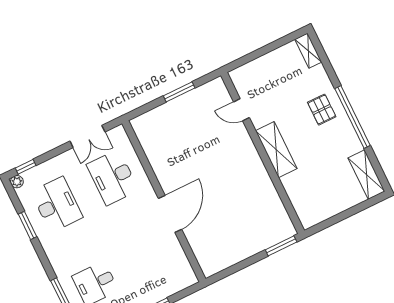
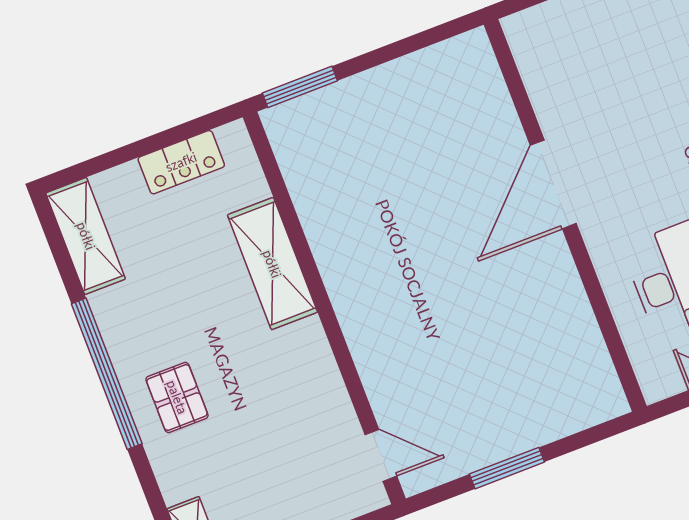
door: (241, 110) -> (381, 455), moved
shelving: (276, 150) -> (272, 264), moved
locker: (329, 210) -> (181, 162), added

